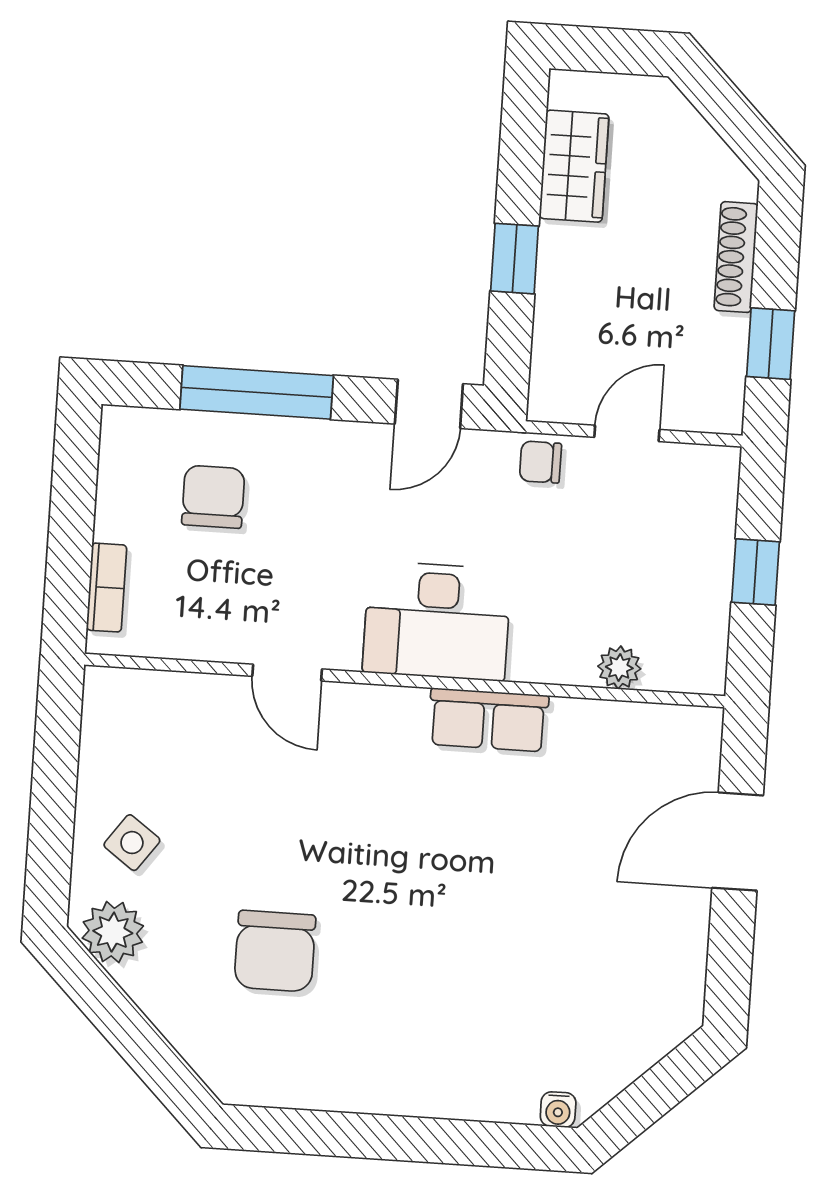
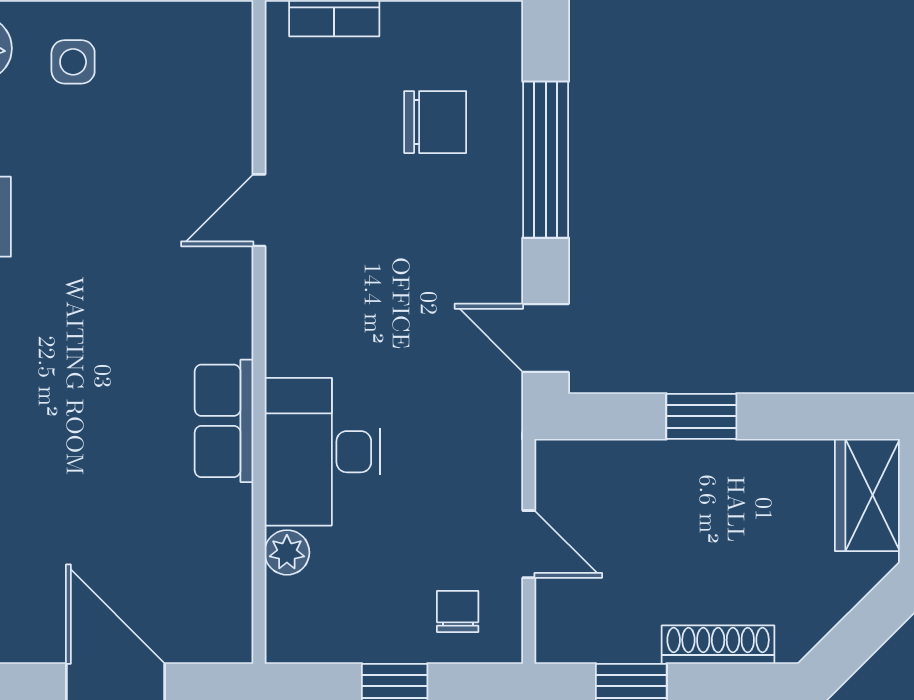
wardrobe: (574, 166) -> (867, 495), moved, turned 90
chair: (540, 462) -> (458, 612), moved
desk: (437, 621) -> (323, 452), moved
side table: (132, 843) -> (73, 62), turned -36

